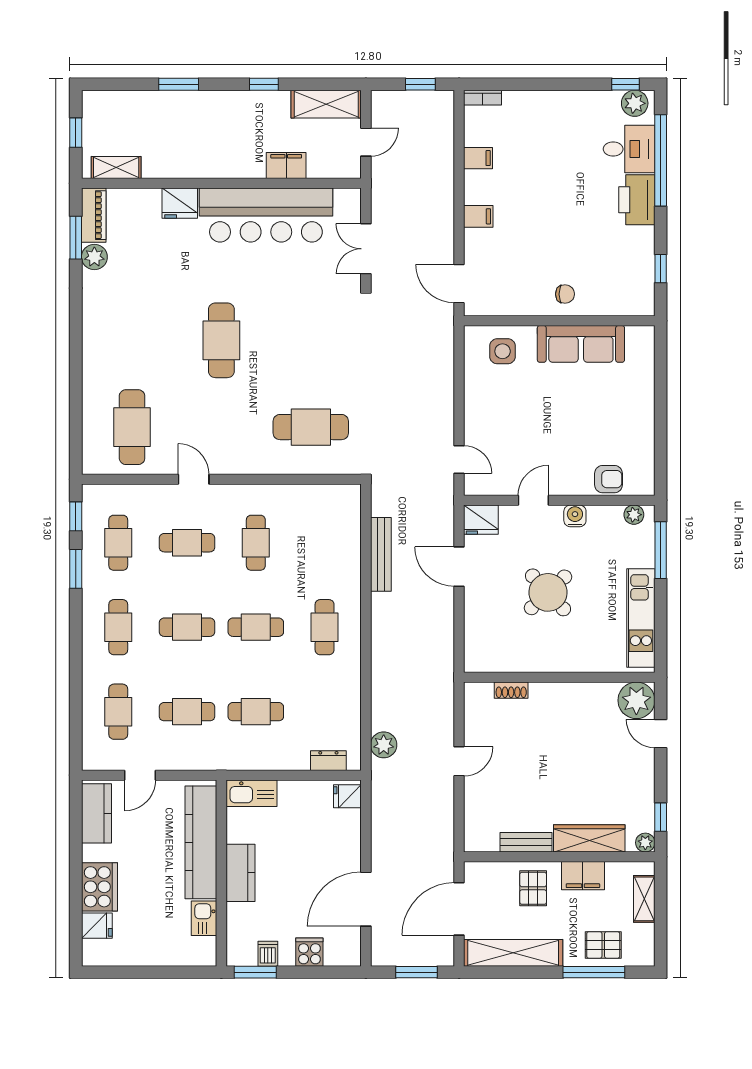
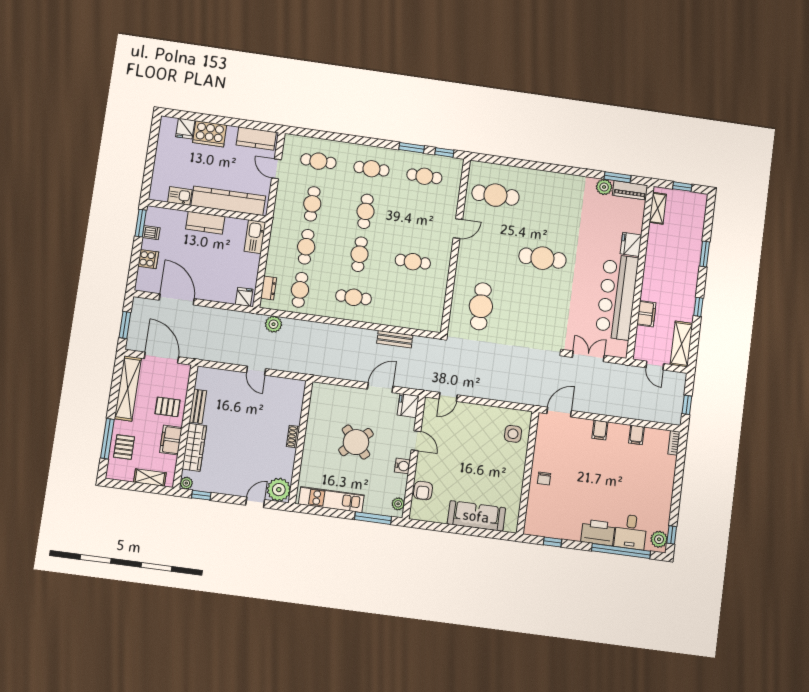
sofa: (581, 344) -> (476, 516), moved, turned 90
cafe table: (187, 543) -> (300, 290), moved
bench: (381, 554) -> (395, 339), width x0.73
shoe rack: (511, 690) -> (293, 437), moved

